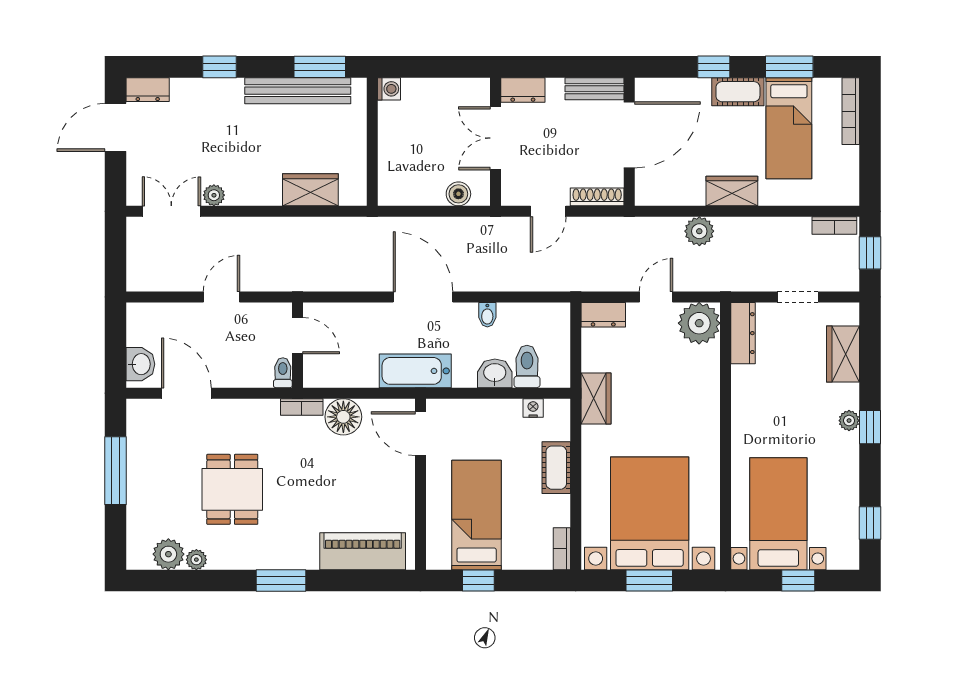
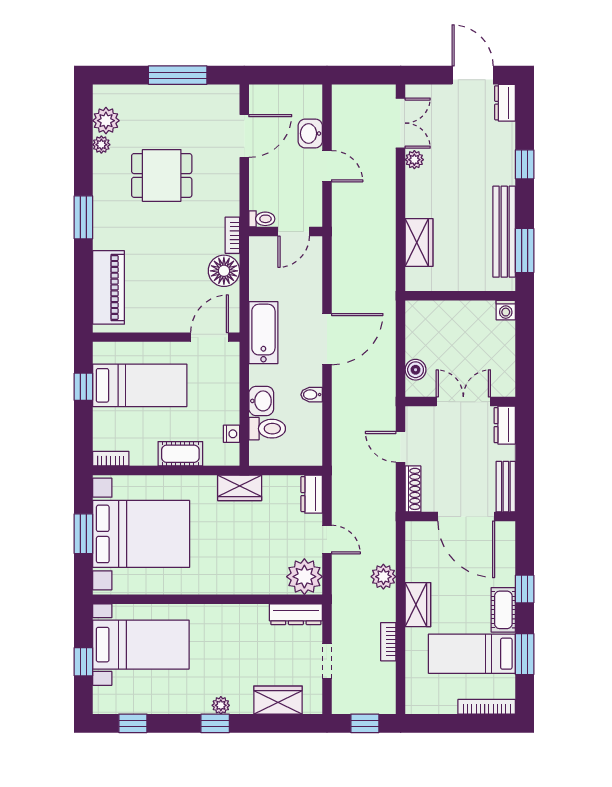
bookcase: (834, 226) -> (388, 642), moved
washbasin: (140, 364) -> (310, 133), moved, turned 90

